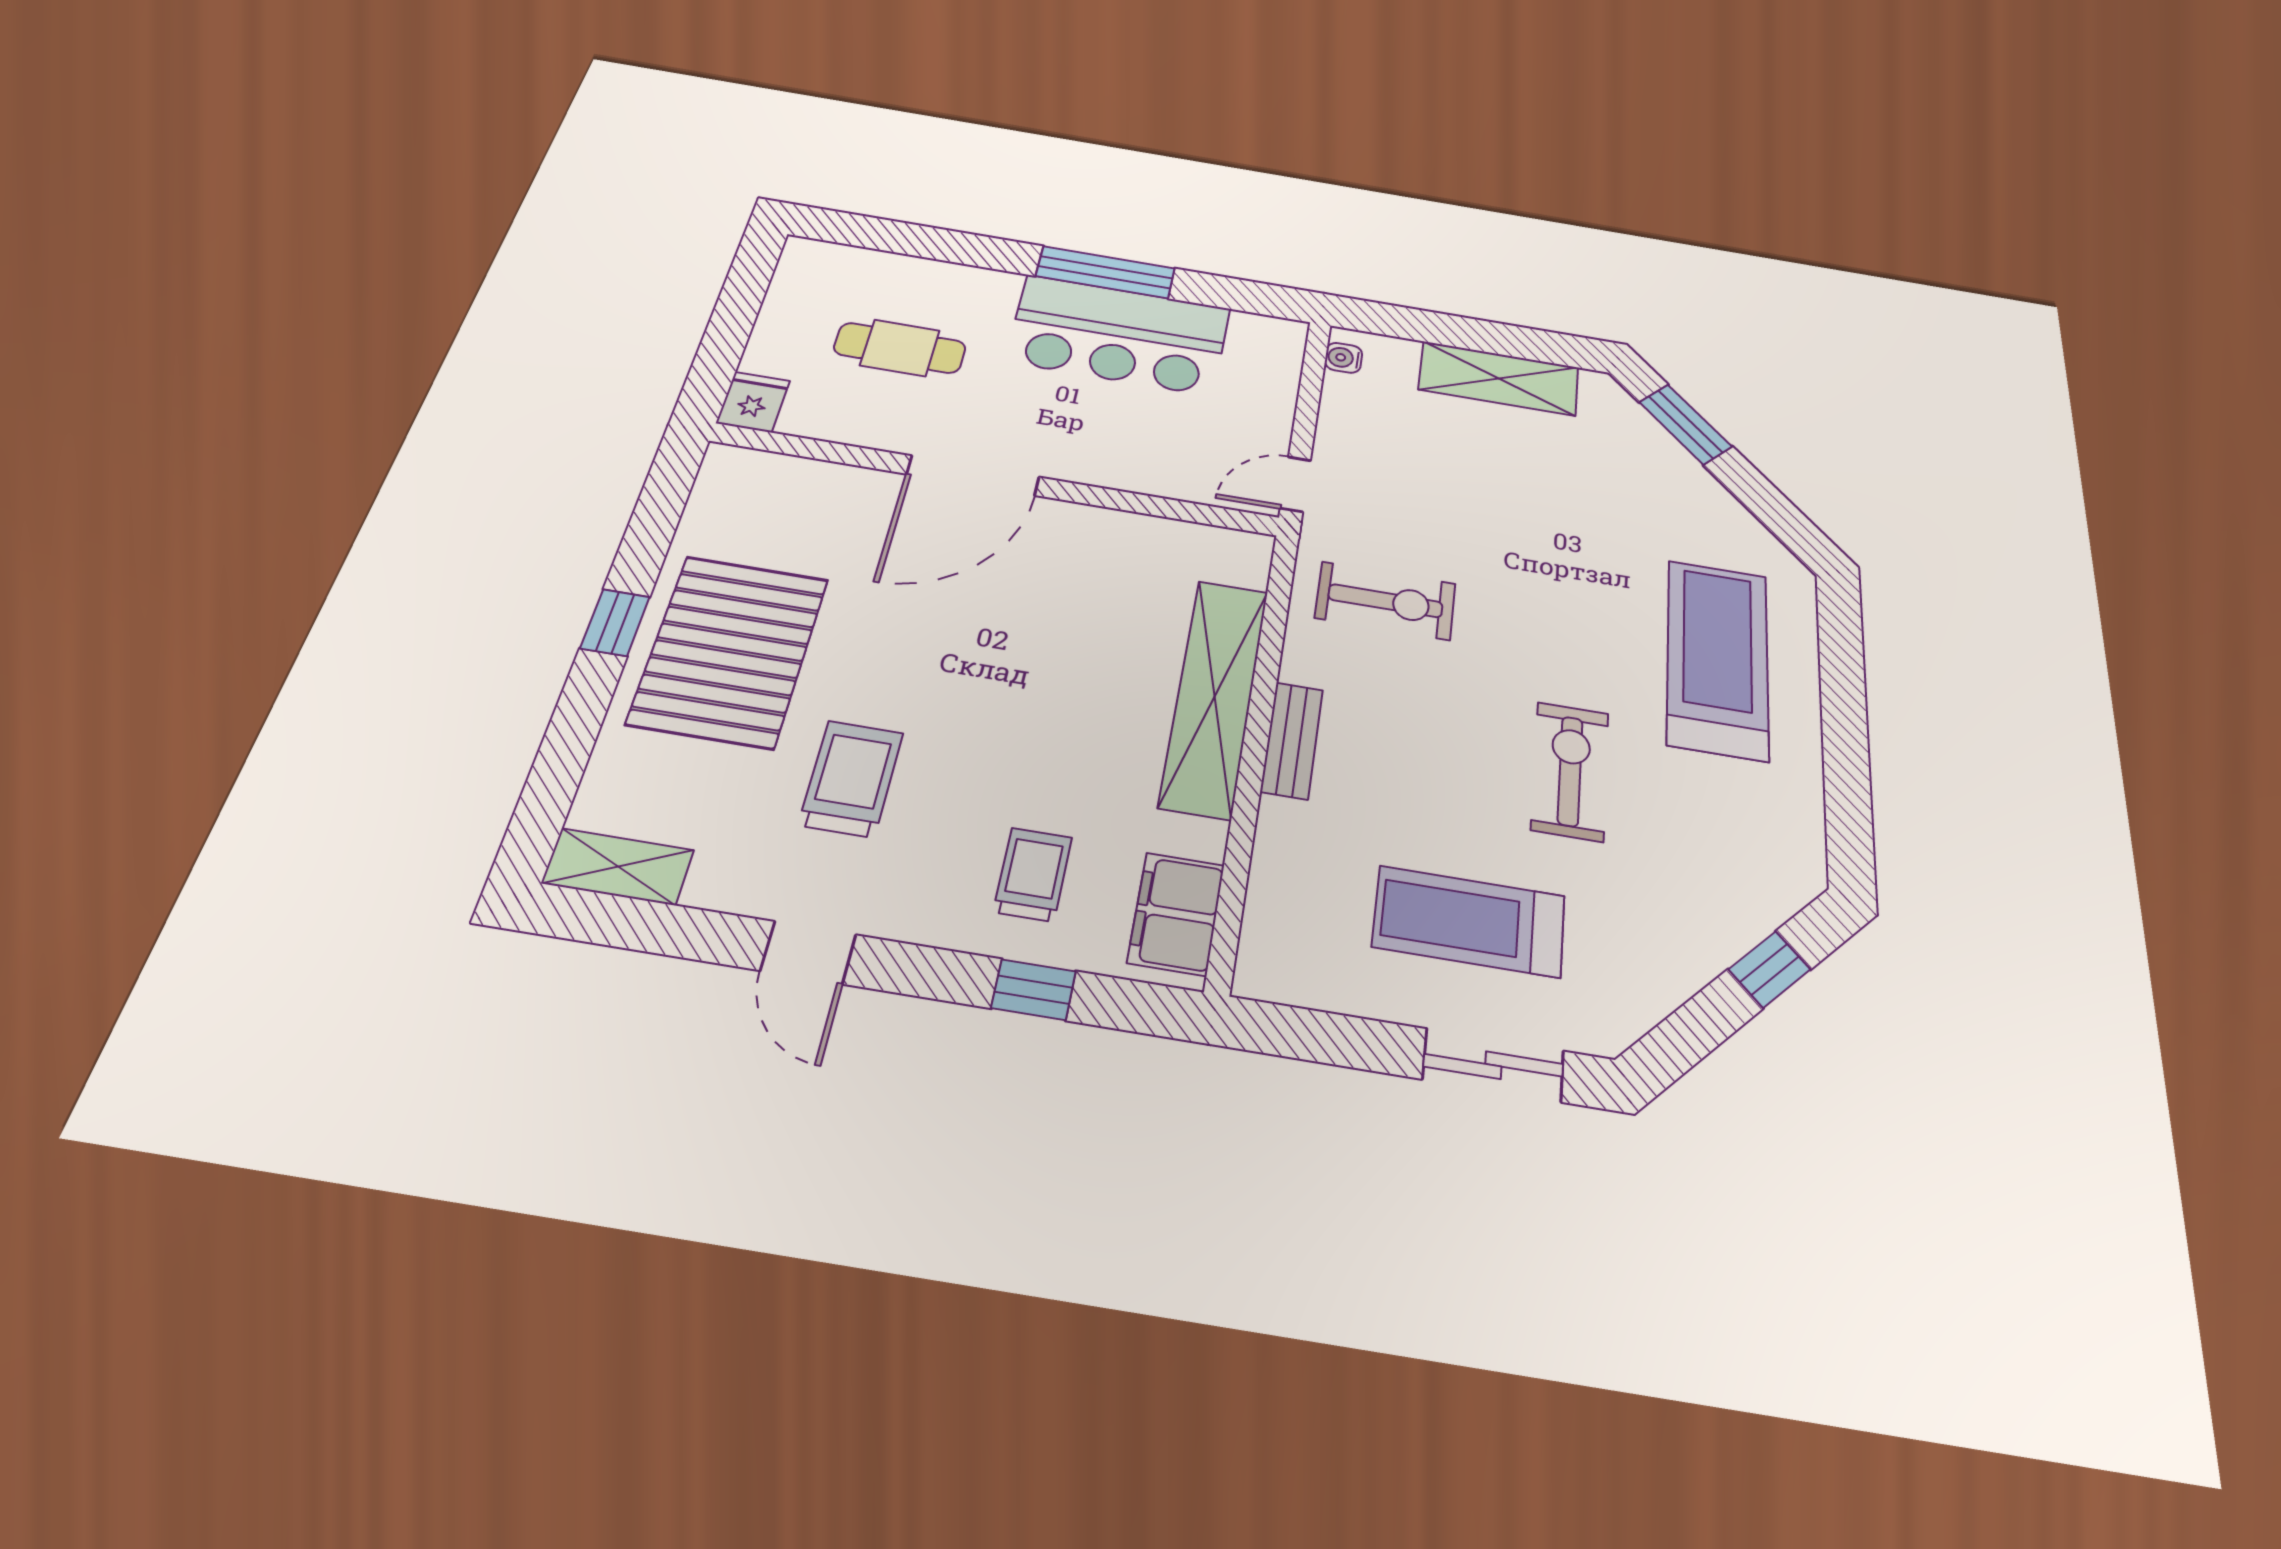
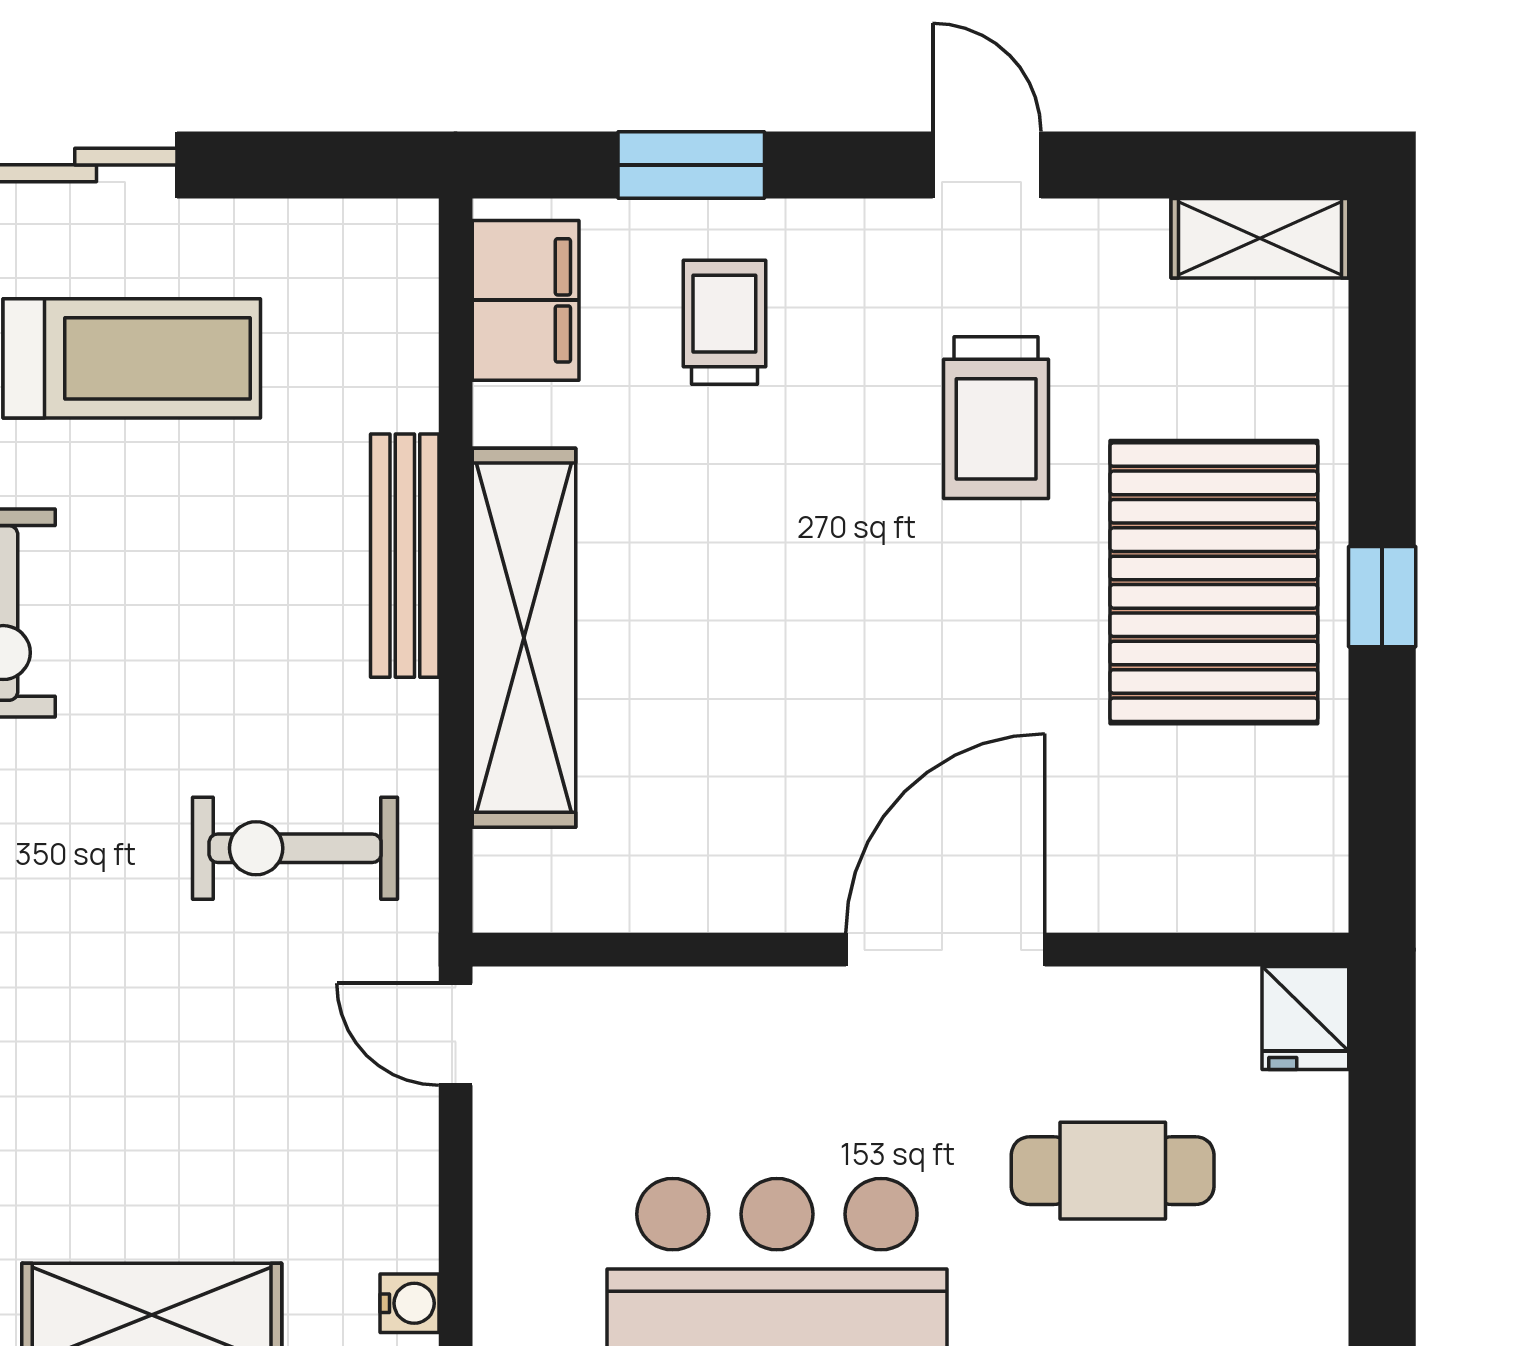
door: (1295, 484) -> (456, 1034), swing flipped
bench: (1292, 740) -> (405, 556), width x1.36
trolley: (1033, 875) -> (724, 322), turned 180
window: (1034, 990) -> (691, 165), width x1.50

